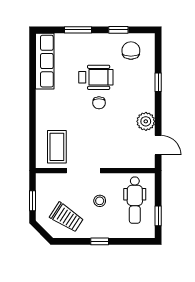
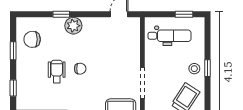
window: (78, 30) -> (13, 88), width x0.67
wheelchair: (96, 77) -> (57, 71), width x0.73, depth x0.73
plant: (146, 121) -> (73, 26), moved
stool: (100, 201) -> (194, 69), moved

